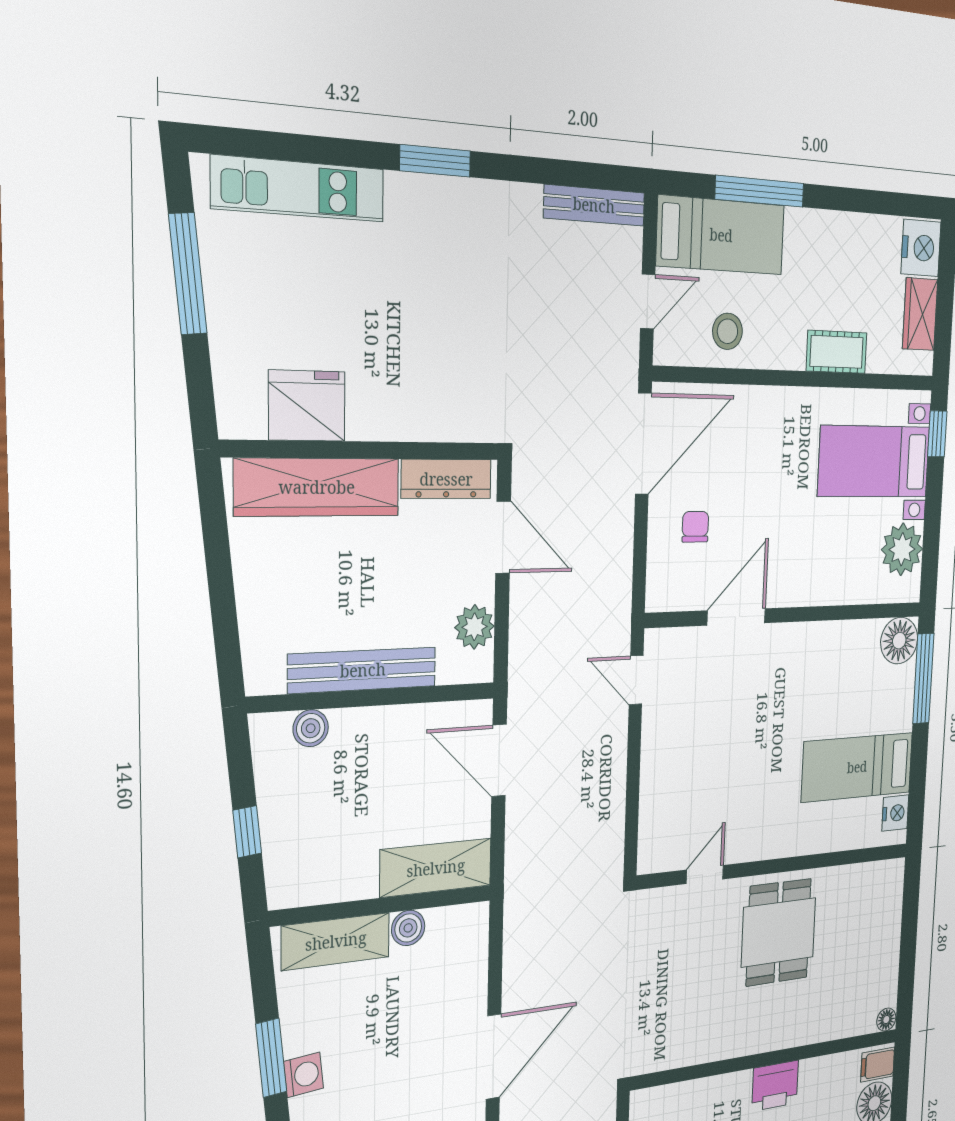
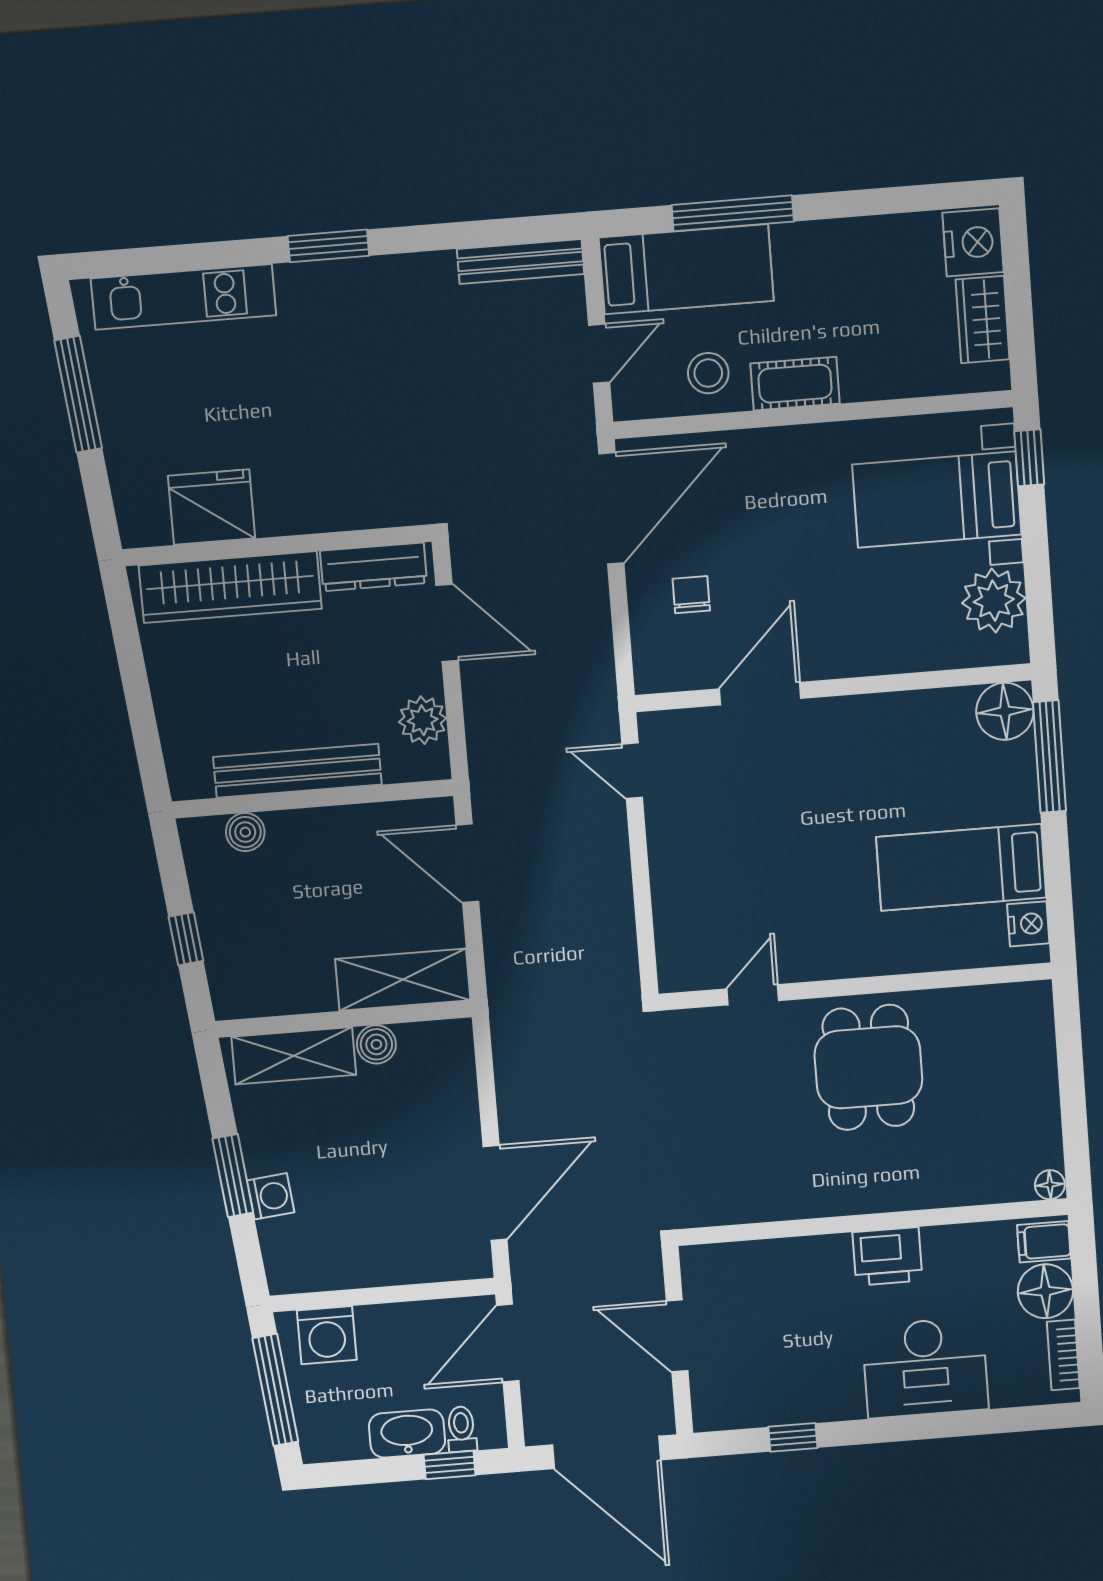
cot: (837, 352) -> (795, 384), moved

